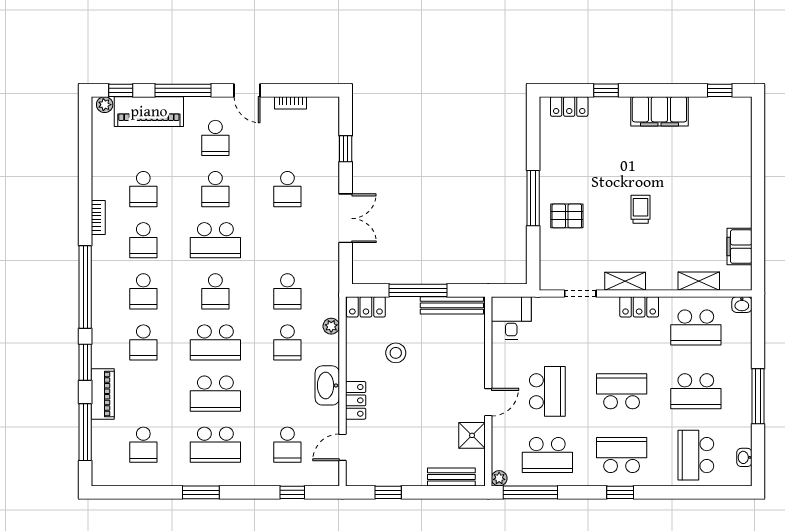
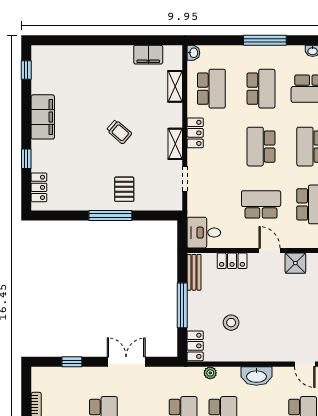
trolley: (641, 209) -> (119, 132), turned -139
bench: (452, 305) -> (194, 272), width x0.73
locker: (356, 400) -> (232, 261), moved, turned 180

